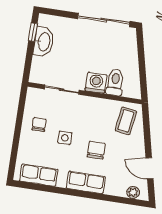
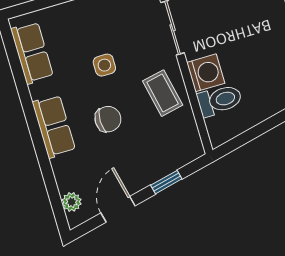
coffee table: (126, 121) -> (163, 93), moved, turned 70
chair: (39, 124) -> (106, 18), removed
window: (147, 134) -> (166, 182), added

